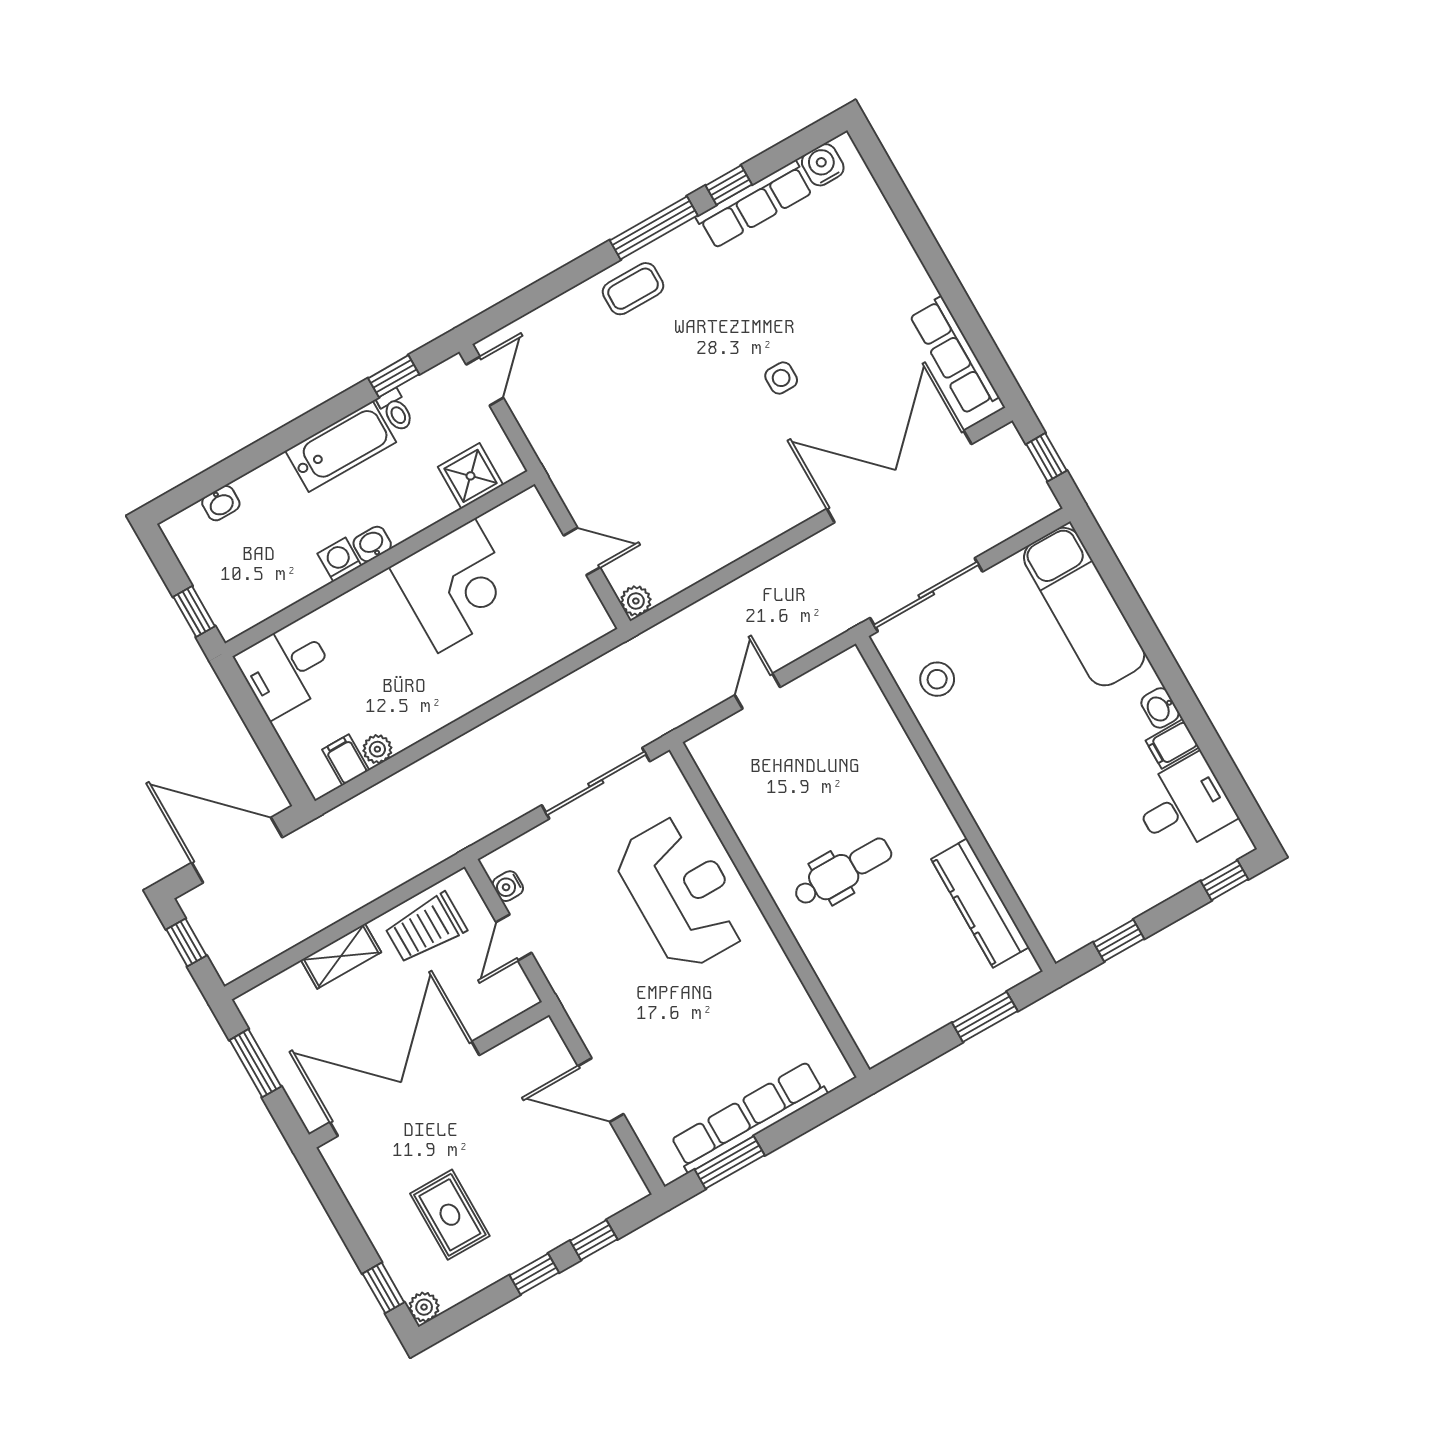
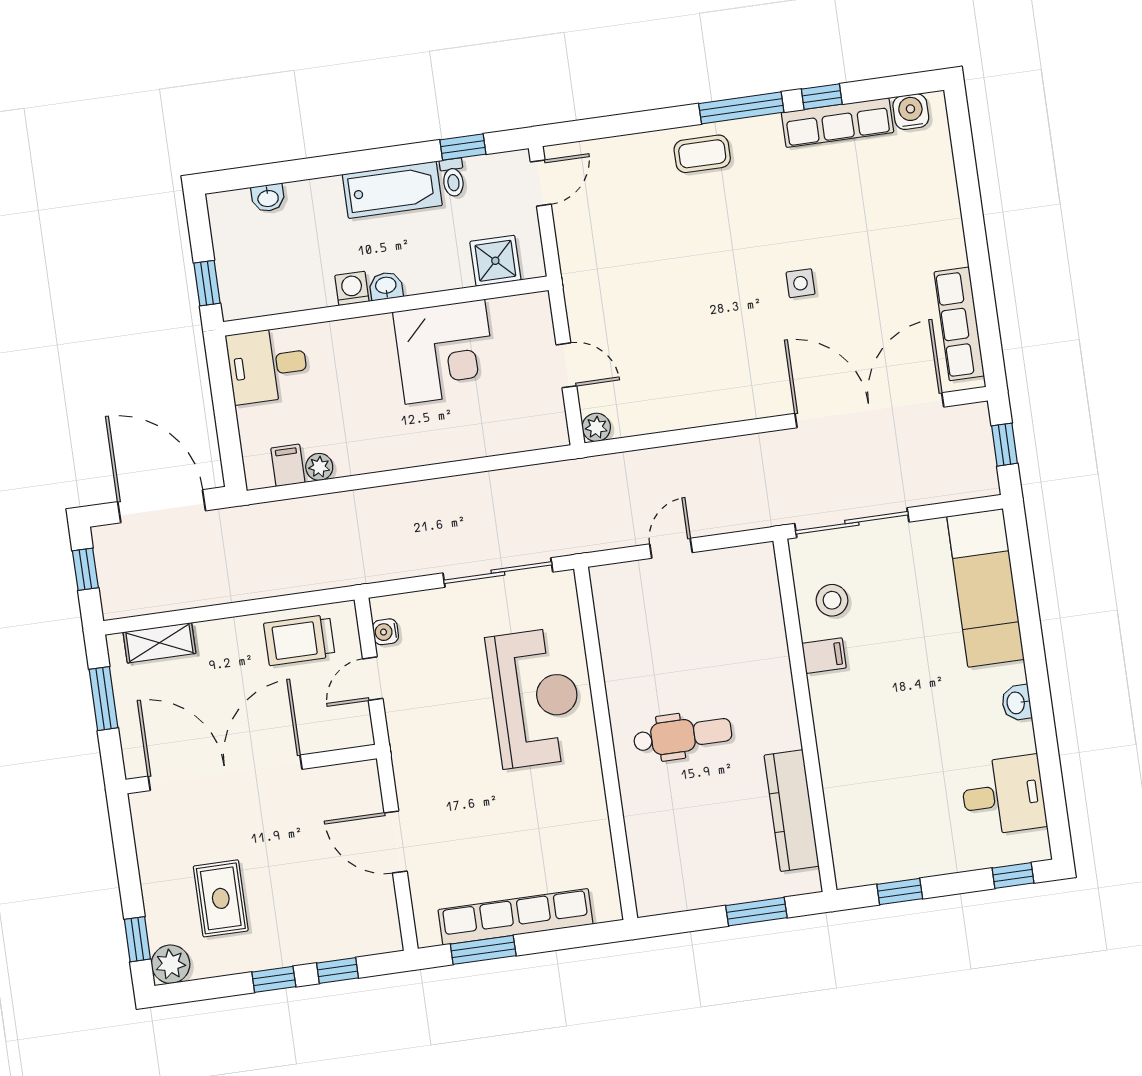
filing cabinet: (1172, 744) -> (824, 656), moved, turned 180
shelving: (341, 956) -> (159, 643), moved
plant: (424, 1307) -> (171, 964), width x1.38, depth x1.38

